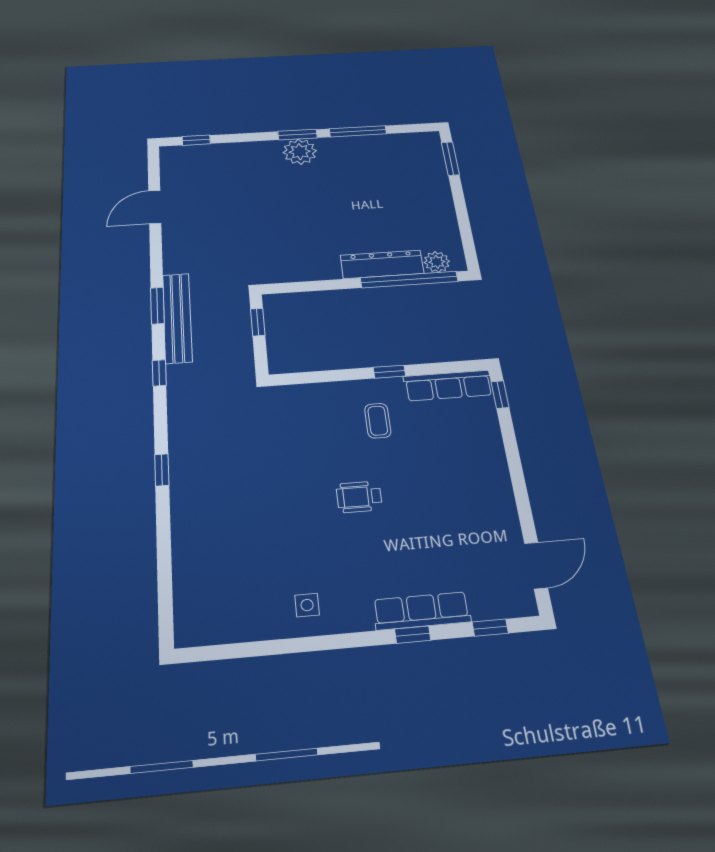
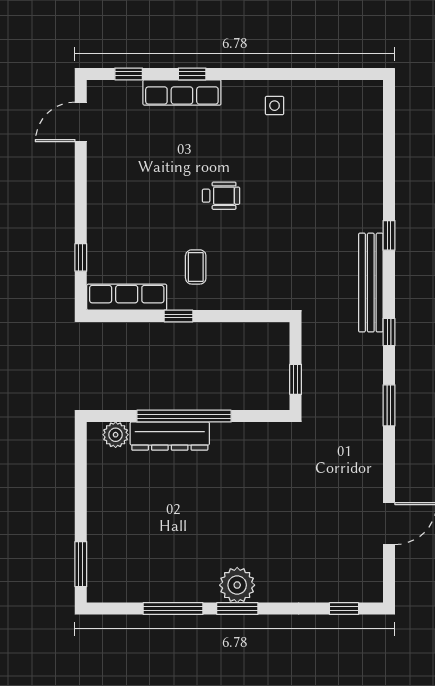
window: (409, 280) -> (184, 416), moved
bench: (177, 318) -> (371, 283), moved
window: (500, 395) -> (81, 257), moved

